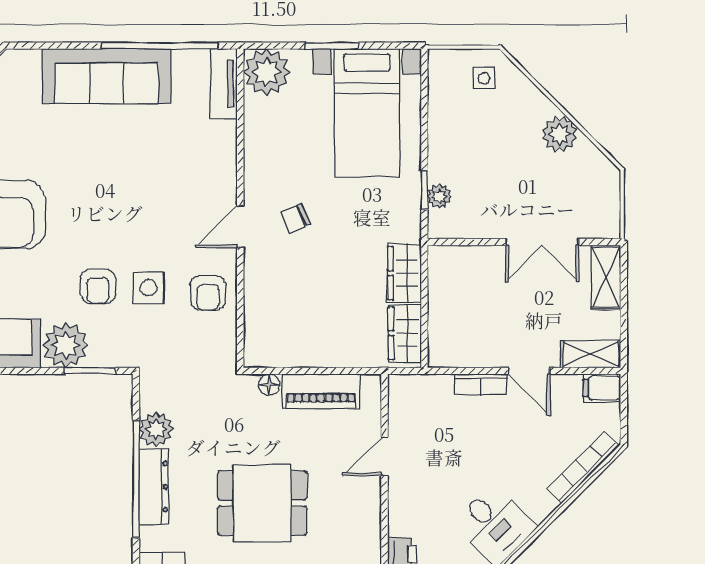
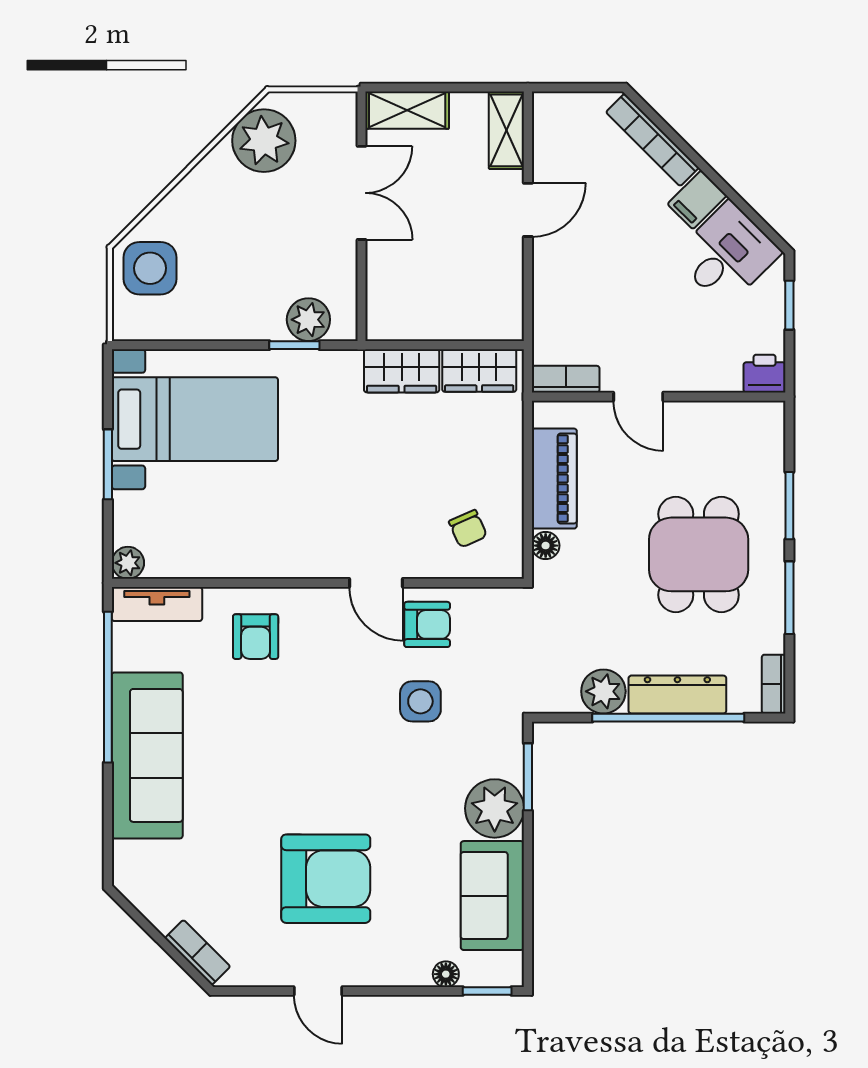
plant: (267, 72) -> (128, 563), width x0.53, depth x0.53
side table: (484, 78) -> (150, 268), width x1.87, depth x1.87
plant: (560, 134) -> (264, 141), moved, width x1.36, depth x1.36
plant: (439, 196) -> (308, 320), width x1.38, depth x1.38
chair: (295, 218) -> (468, 529), moved
door: (240, 227) -> (376, 583), moved
armchair: (98, 286) -> (256, 637), moved, turned 90
bookcase: (481, 384) -> (566, 379), moved, turned -90
filing cabinet: (602, 388) -> (697, 200), moved, turned 45

